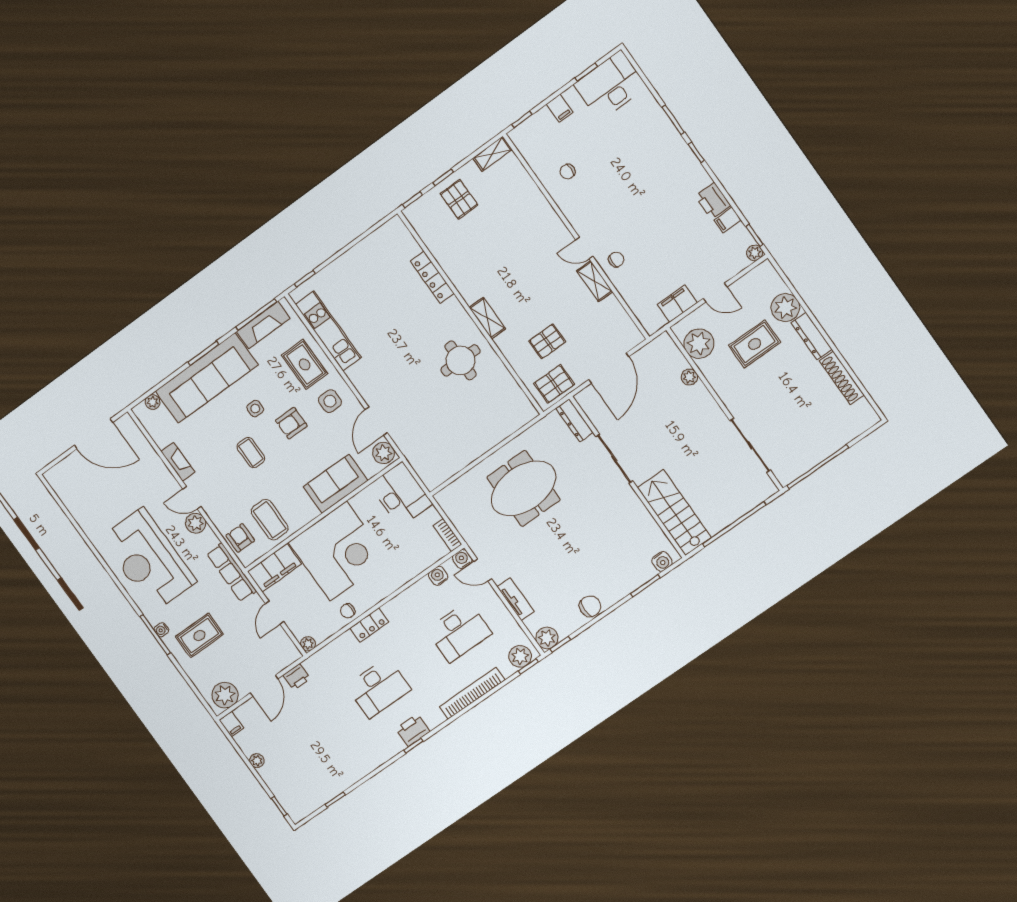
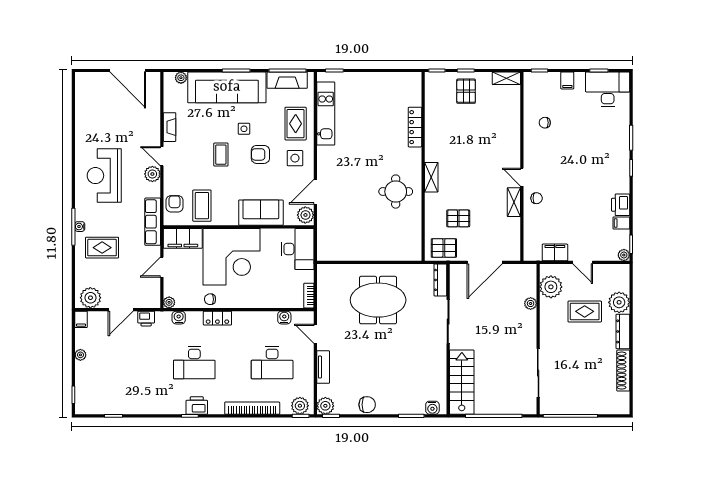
water cooler: (462, 559) -> (179, 318), moved
reception desk: (148, 560) -> (104, 176), width x0.74, depth x0.77

